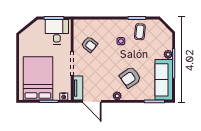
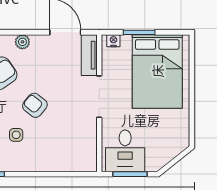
armchair: (89, 44) -> (35, 105), moved

